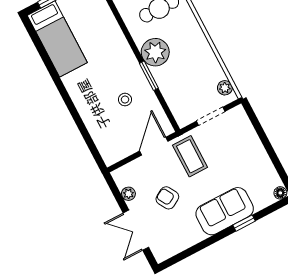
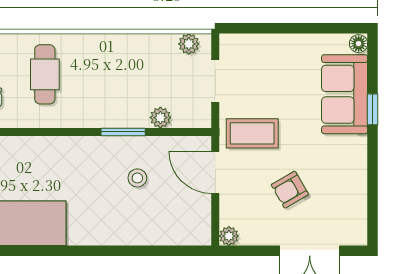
plant: (155, 52) -> (160, 118), moved, width x0.53, depth x0.53
plant: (128, 194) -> (229, 236), moved
sofa: (225, 211) -> (345, 94), moved

